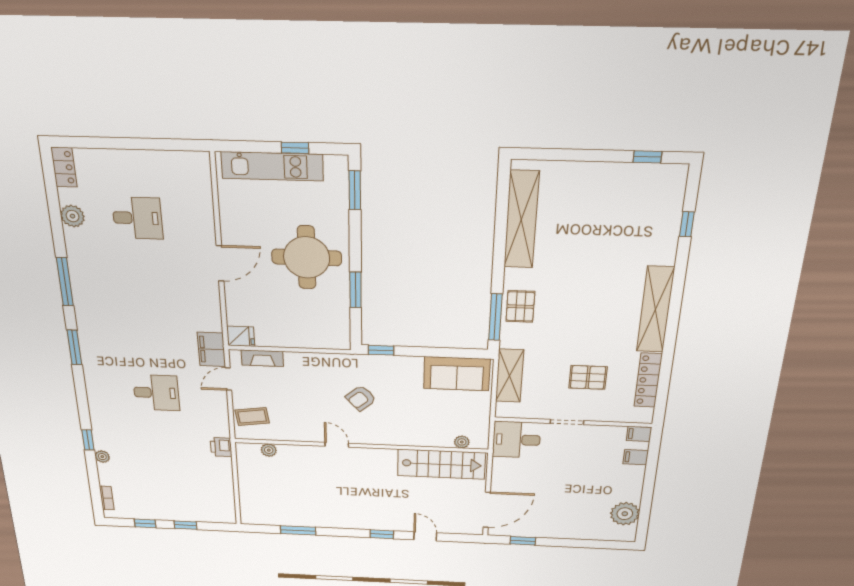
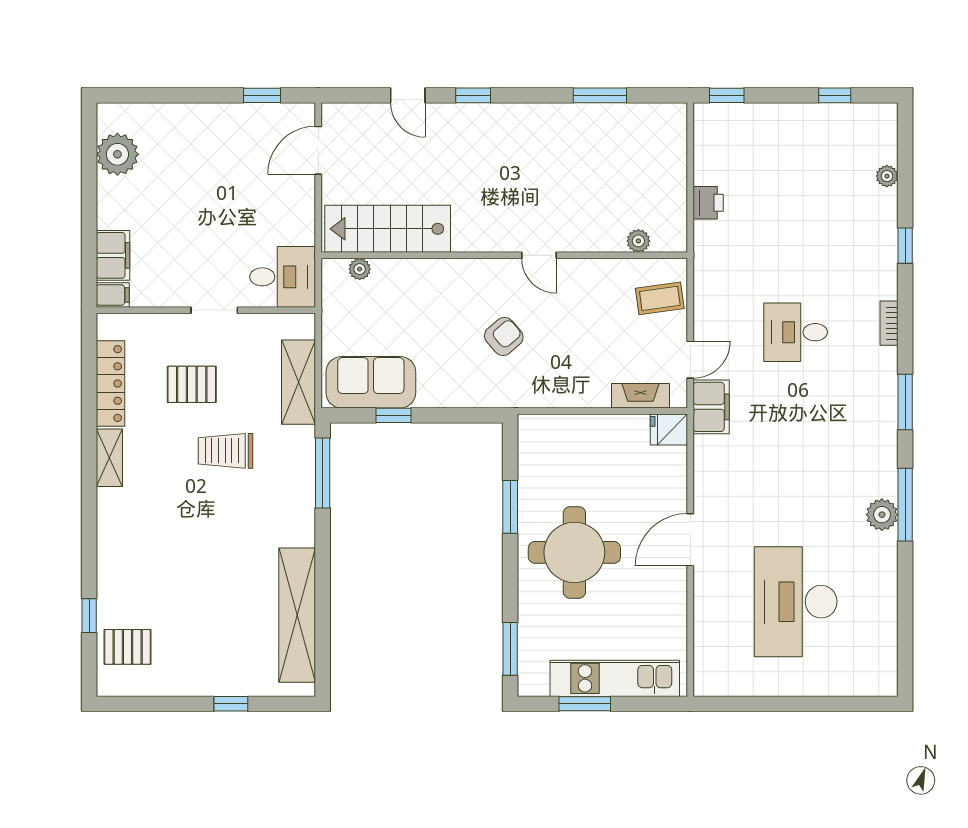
window: (295, 148) -> (585, 704), width x1.50
window: (647, 157) -> (231, 704), moved
locker: (64, 167) -> (884, 670), removed
plant: (73, 216) -> (882, 515), moved
desk: (137, 218) -> (796, 602), width x1.87, depth x1.30
pallet: (520, 306) -> (128, 647), moved, turned 90
shelving: (655, 310) -> (109, 458), width x0.45, depth x0.75
trolley: (567, 334) -> (226, 451), added
window: (381, 350) -> (393, 415), moved
printer: (221, 447) -> (708, 203), moved
plant: (102, 457) -> (887, 176), moved
filing cabinet: (636, 457) -> (113, 255), width x2.00
bookcase: (107, 498) -> (889, 323), moved
door: (487, 510) -> (318, 150), width x0.73
window: (185, 525) -> (727, 95), moved

